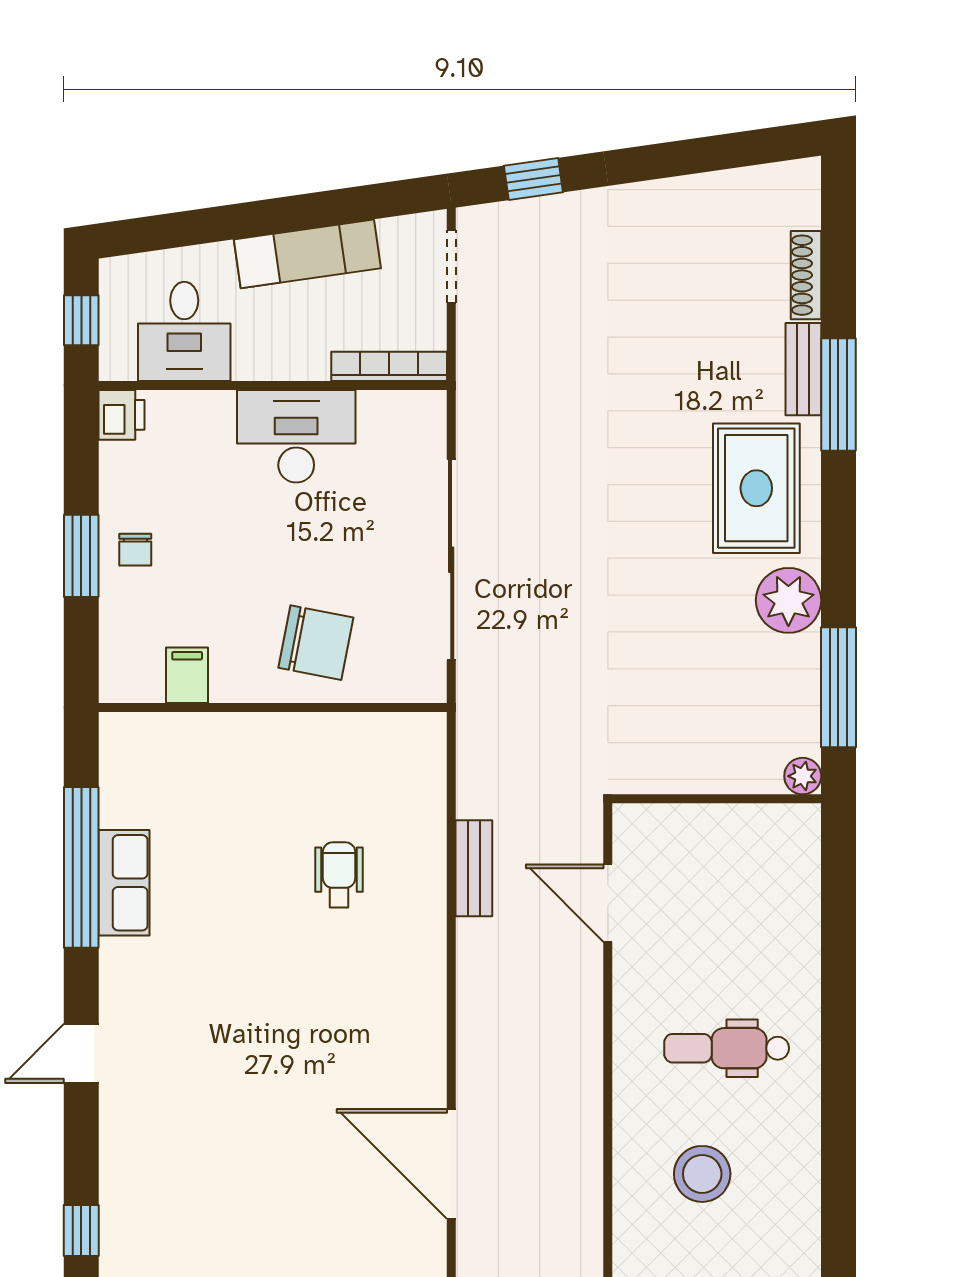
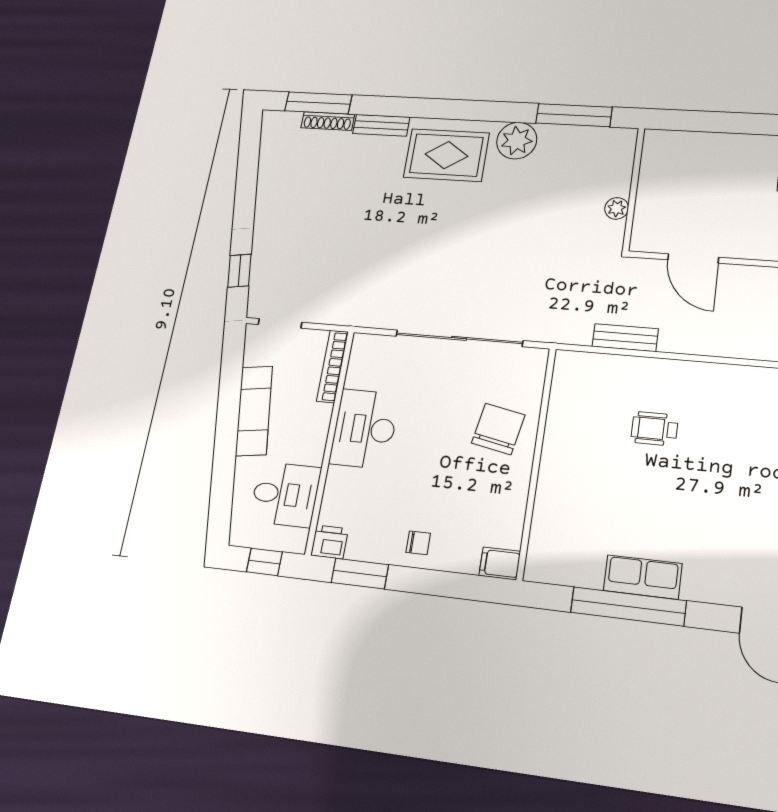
window: (838, 395) -> (318, 103), moved
window: (81, 556) -> (360, 574), moved
filing cabinet: (187, 675) -> (500, 563), moved
plant: (803, 776) -> (617, 208), moved
bench: (474, 868) -> (625, 338), moved
door: (608, 903) -> (693, 258), hinge flipped

